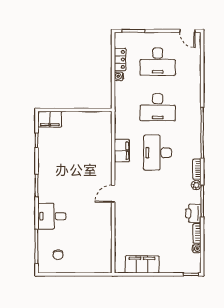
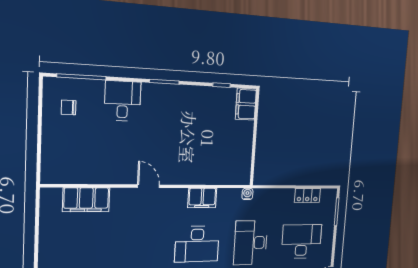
desk: (158, 62) -> (301, 241), turned 90
water cooler: (119, 76) -> (247, 194), moved
desk: (158, 153) -> (197, 244), turned 180
filing cabinet: (142, 264) -> (86, 200), moved, turned 90

